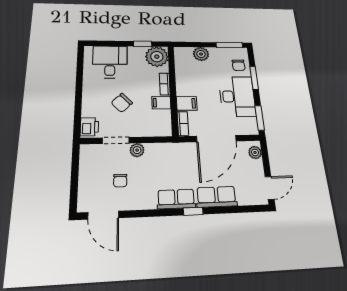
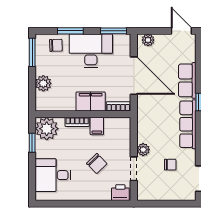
filing cabinet: (187, 103) -> (91, 101), width x2.00
row of seats: (176, 199) -> (188, 124), width x1.48

